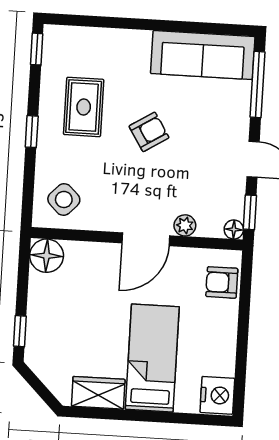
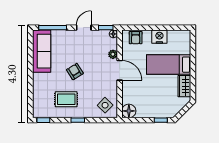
nightstand: (217, 395) -> (159, 37), moved

